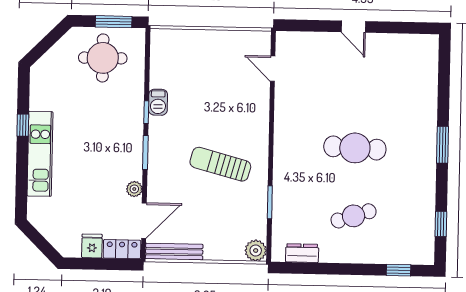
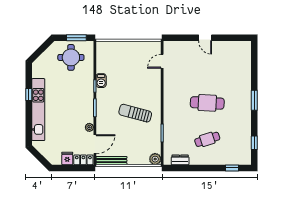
door: (273, 69) -> (162, 61), hinge flipped
kitchen unit: (40, 154) -> (38, 110), width x1.36

